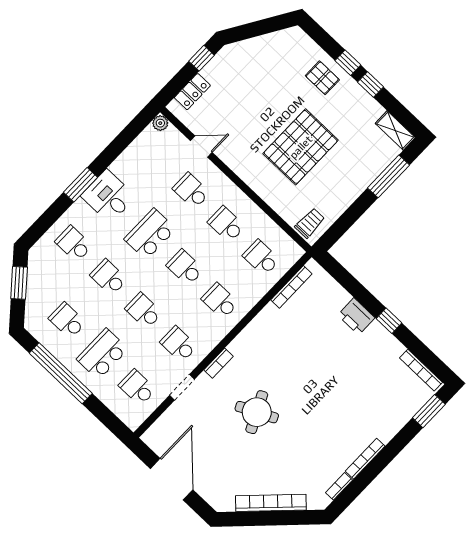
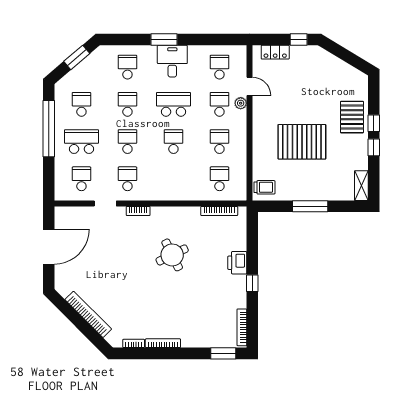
pallet: (322, 78) -> (352, 117), width x1.50, depth x1.42
plant: (160, 123) -> (241, 103), moved
window: (389, 176) -> (310, 206), moved
school desk: (220, 301) -> (219, 67), moved
round table: (257, 412) -> (172, 255), moved

